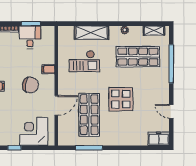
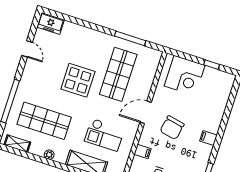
checkout: (84, 61) -> (104, 135), turned 180
filing cabinet: (48, 69) -> (143, 151), moved
chair: (30, 85) -> (172, 128), turned -86
door: (56, 105) -> (146, 112), moved

